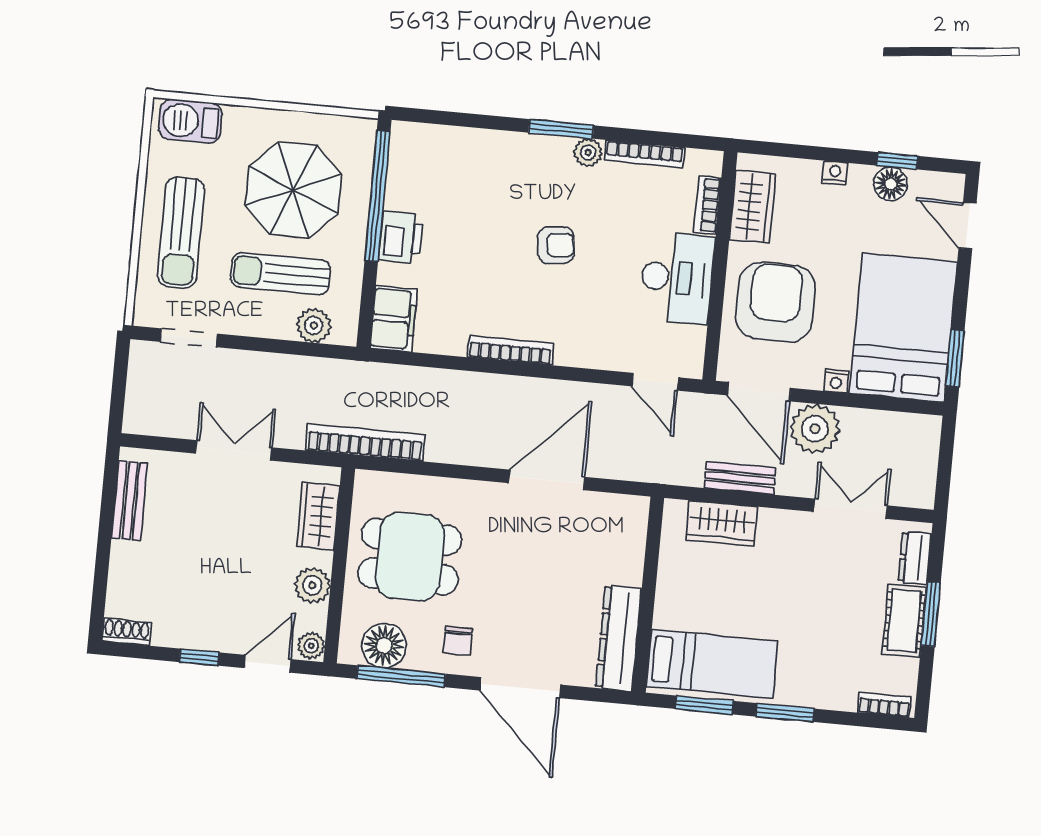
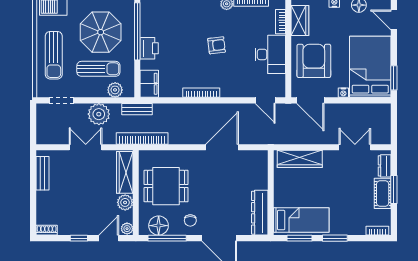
sun lounger: (280, 274) -> (98, 69), turned 180
plant: (815, 429) -> (99, 114), moved
bench: (740, 478) -> (137, 109), moved
wardrobe: (318, 516) -> (125, 172), width x1.50
wardrobe: (722, 523) -> (300, 159), width x1.50

